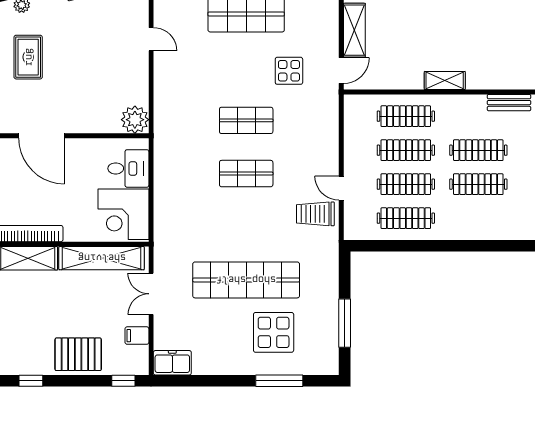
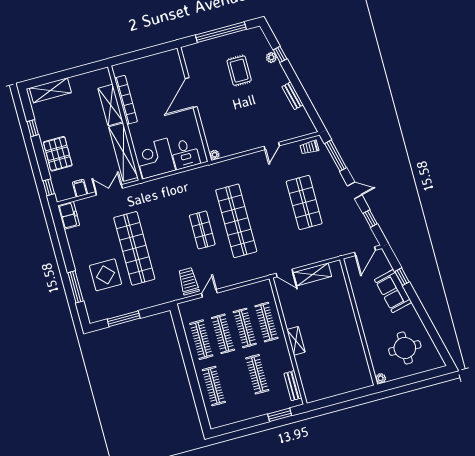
rug: (28, 57) -> (239, 71), turned 90
display table: (289, 71) -> (275, 240), removed
plant: (135, 120) -> (215, 155), width x0.53, depth x0.53
shop shelf: (246, 120) -> (236, 221), width x2.00, depth x1.36
clothes rail: (478, 184) -> (214, 386), moved

